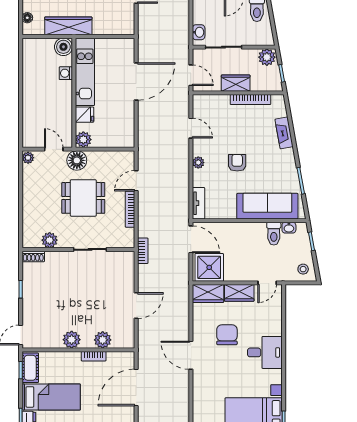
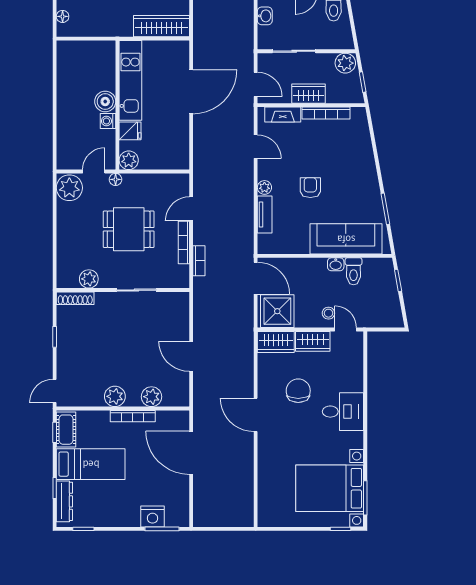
wardrobe: (68, 26) -> (161, 26), moved
washbasin: (199, 32) -> (265, 16), moved
boiler: (63, 47) -> (105, 102), moved
washing machine: (66, 73) -> (108, 121), moved
fireplace: (284, 133) -> (283, 115), moved, turned -80
door: (54, 149) -> (94, 172), hinge flipped
plant: (28, 158) -> (69, 188), width x1.88, depth x1.88
floor lamp: (77, 160) -> (116, 179), width x0.53, depth x0.53
tv unit: (198, 203) -> (265, 215), moved
washbasin: (289, 228) -> (336, 264), moved
bookcase: (143, 251) -> (199, 261), moved
shoe rack: (33, 256) -> (75, 298), width x1.43
stool: (303, 269) -> (328, 313), moved
door: (267, 283) -> (346, 330), swing flipped
door: (136, 306) -> (191, 356), swing flipped
bookcase: (94, 356) -> (133, 416), width x1.56
door: (136, 387) -> (191, 453), hinge flipped

